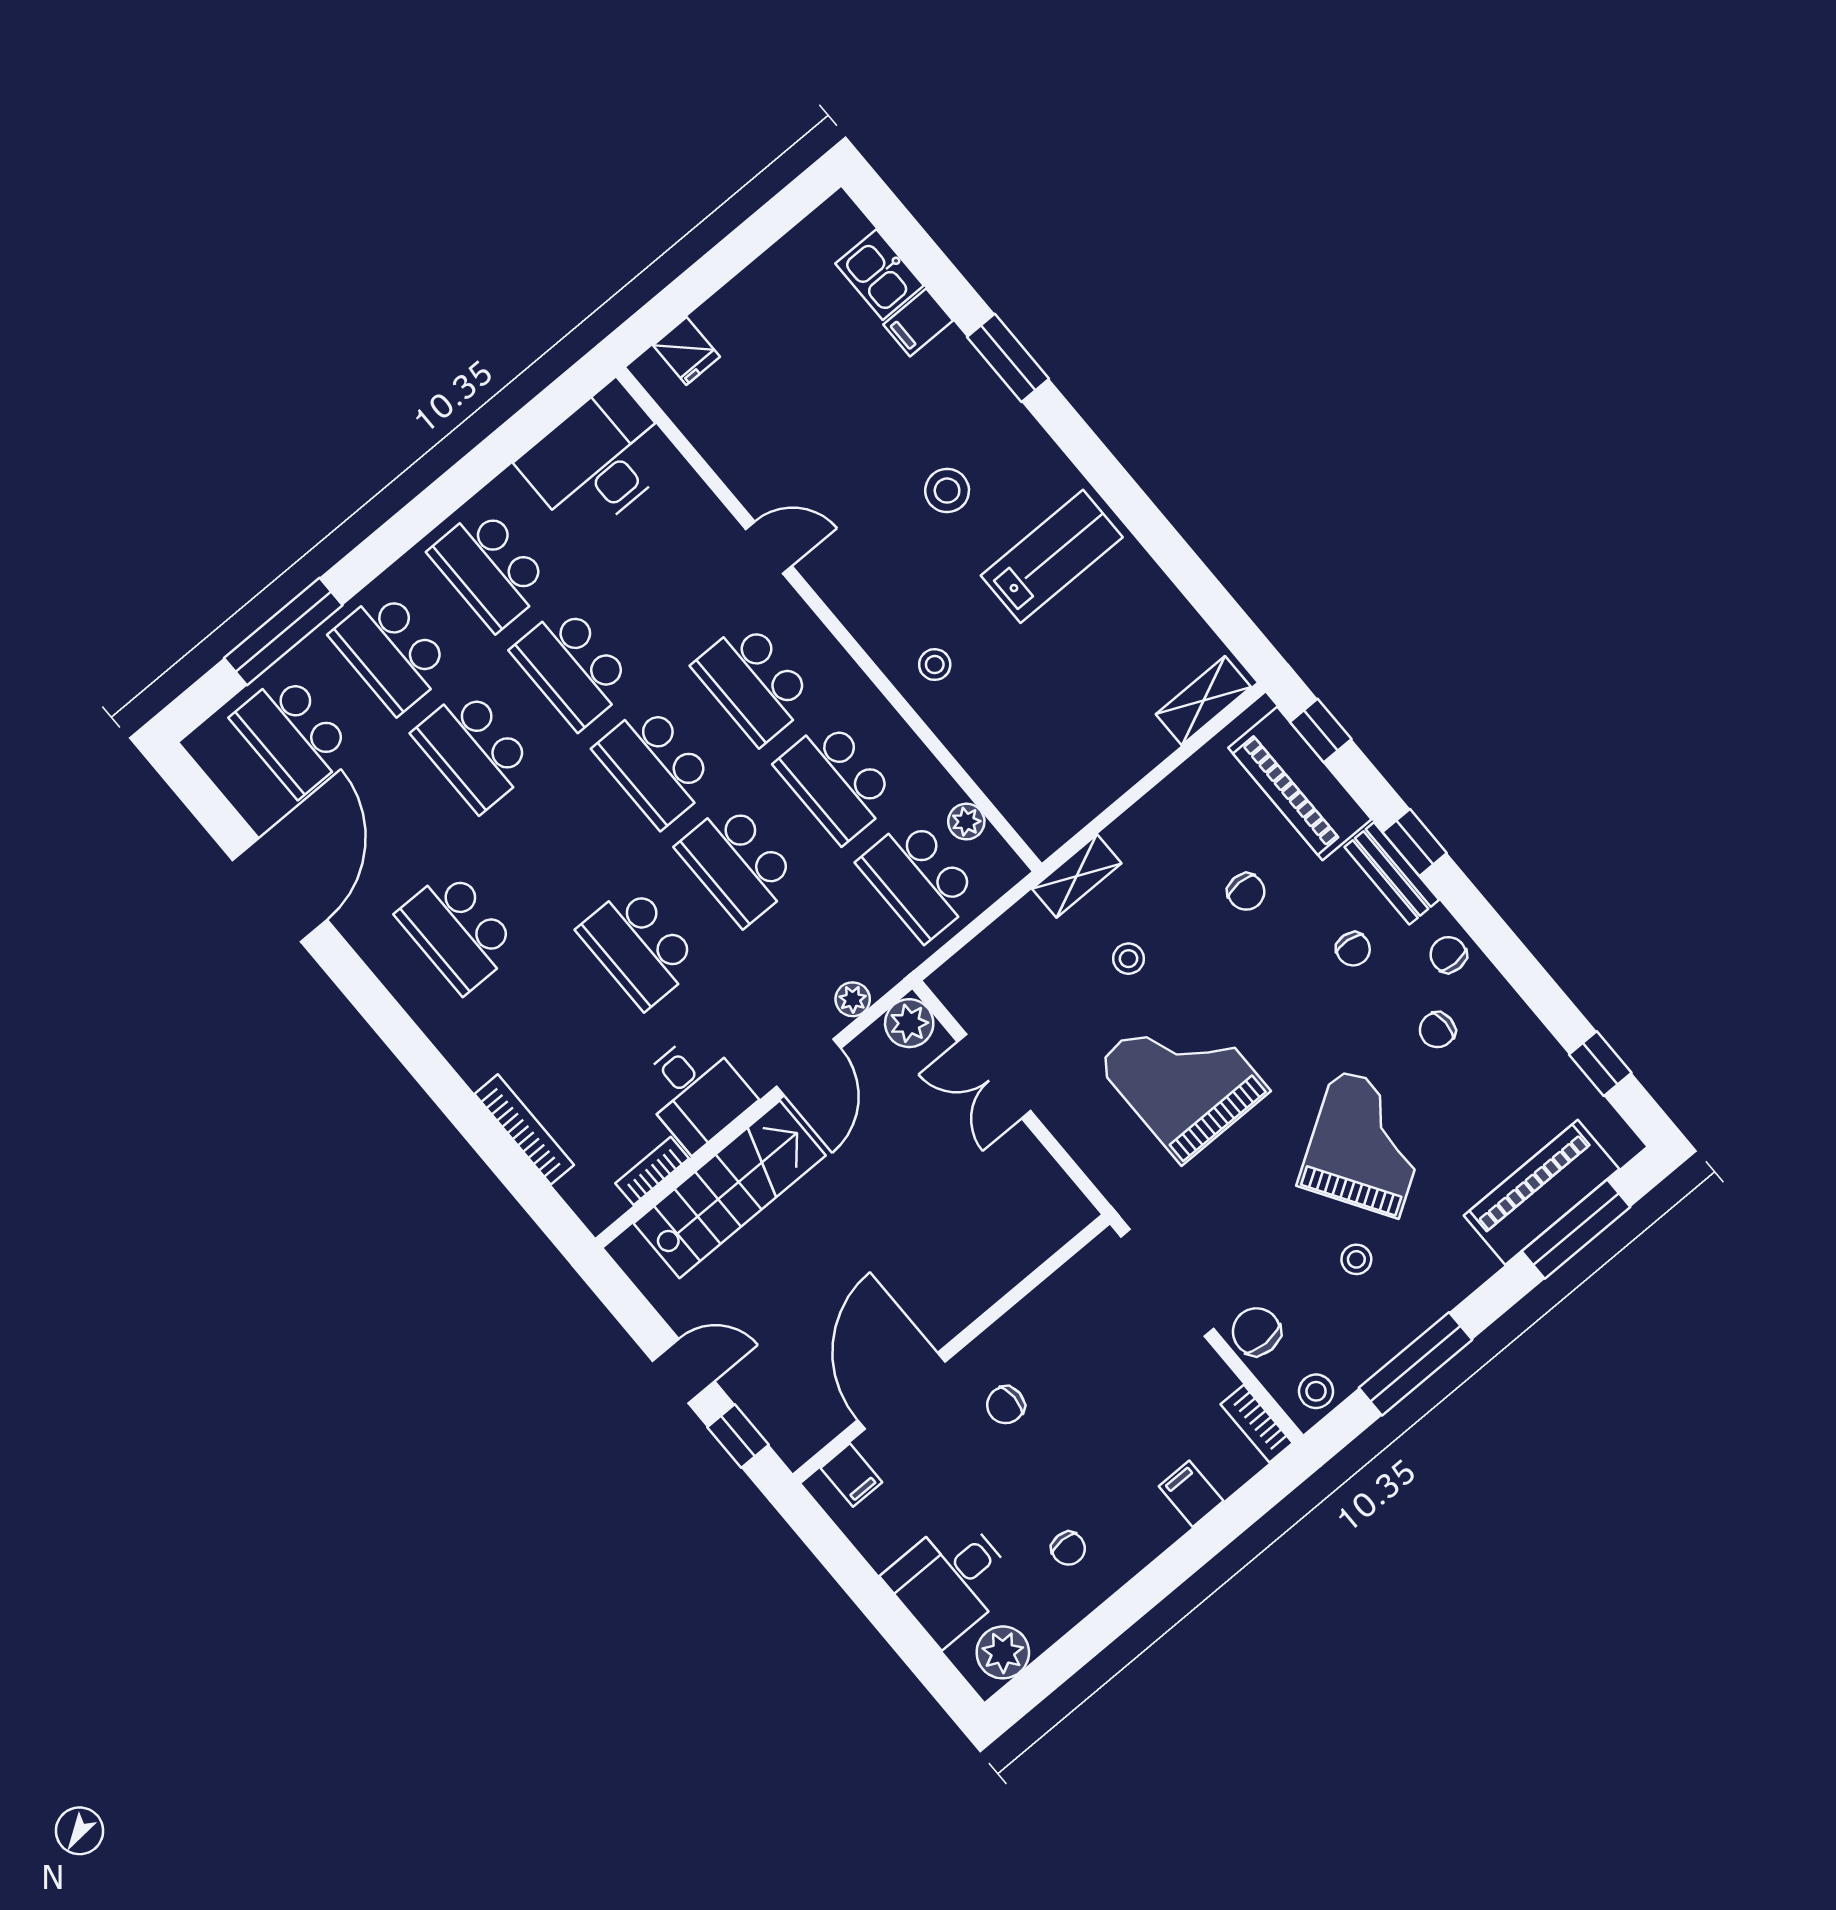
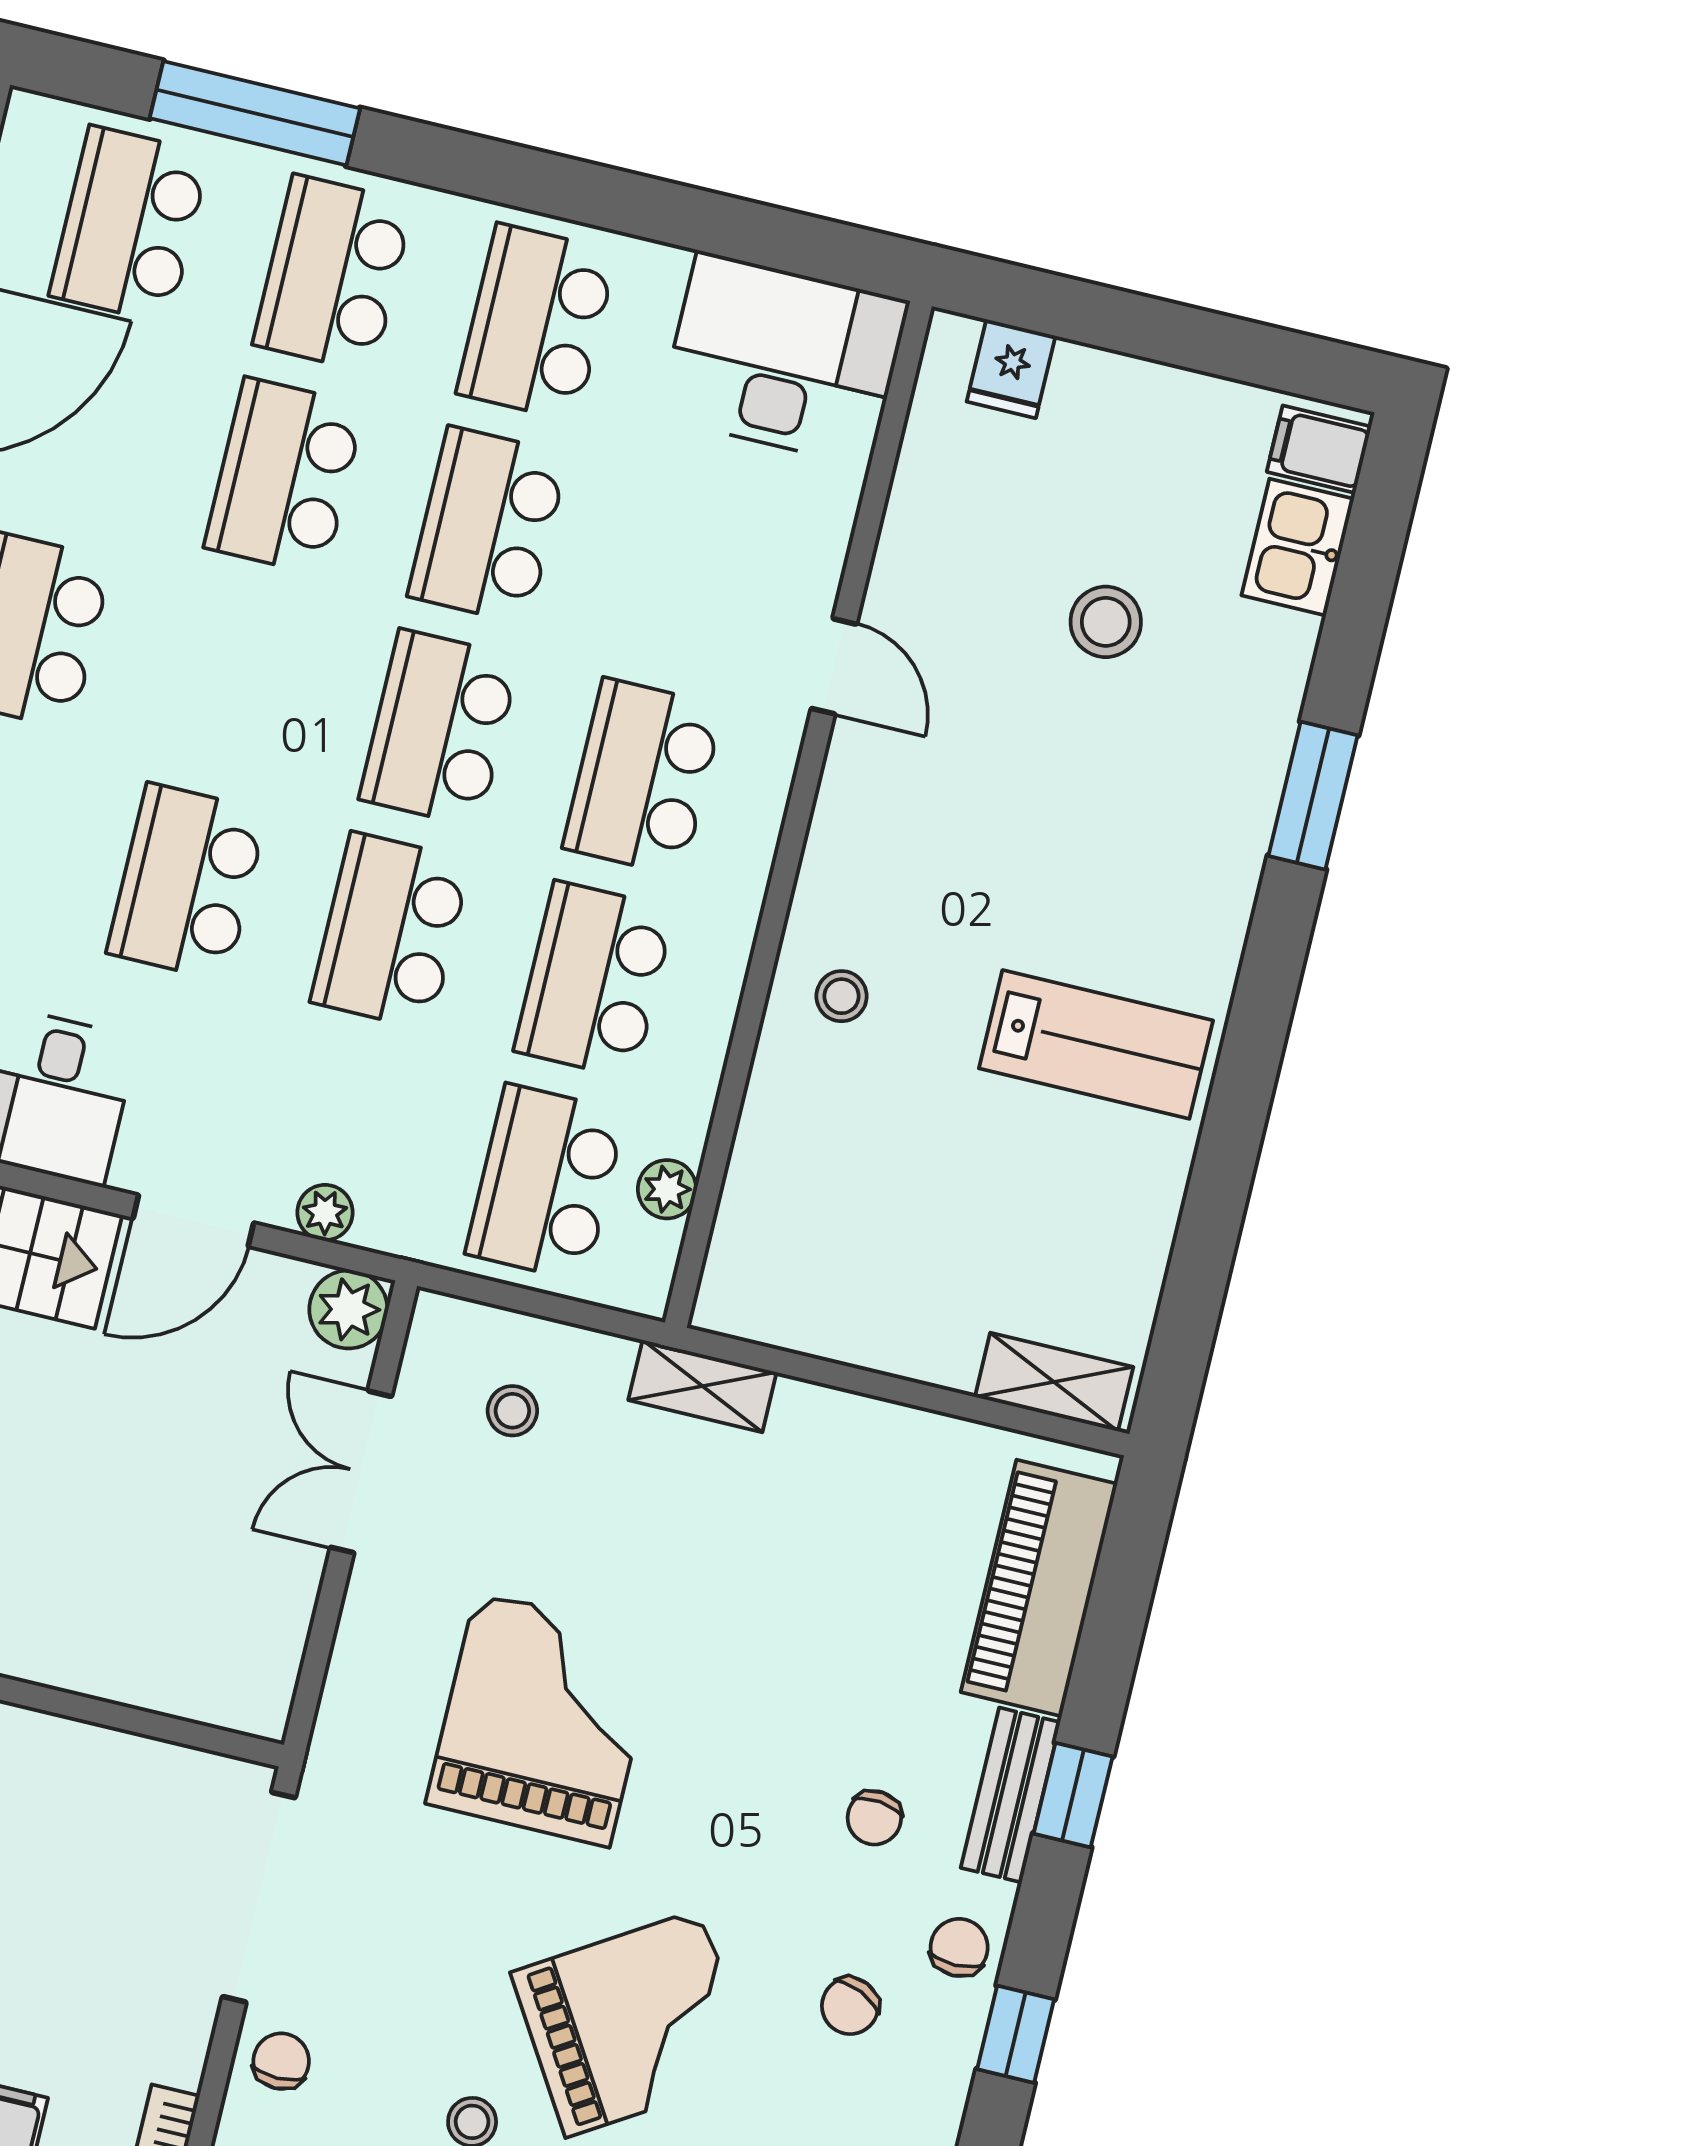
filing cabinet: (918, 323) -> (1319, 449), moved
stool: (947, 491) -> (1106, 622), moved
window: (1321, 730) -> (1016, 2034), moved
chair: (1246, 892) -> (846, 1622), removed
stool: (1128, 959) -> (512, 1411), moved
chair: (1437, 1030) -> (850, 2006), turned -66
chair: (1256, 1332) -> (281, 2061), width x0.73, depth x0.73

